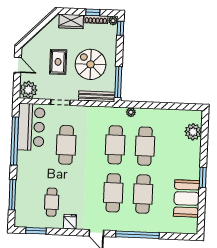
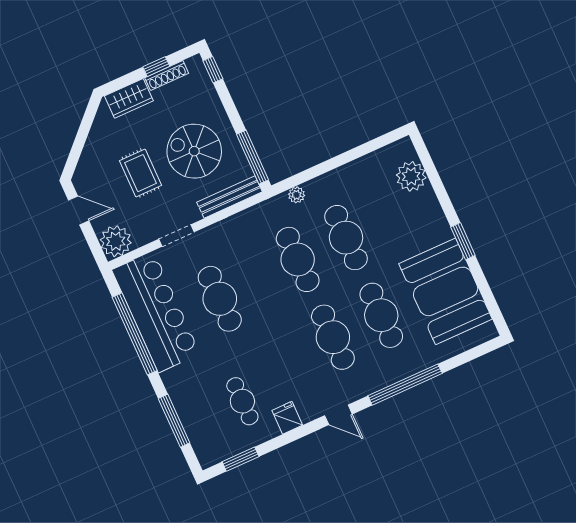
plant: (113, 21) -> (195, 64), removed
bar counter: (31, 127) -> (156, 312), width x1.36
booth: (187, 198) -> (446, 291), width x1.36, depth x1.42

